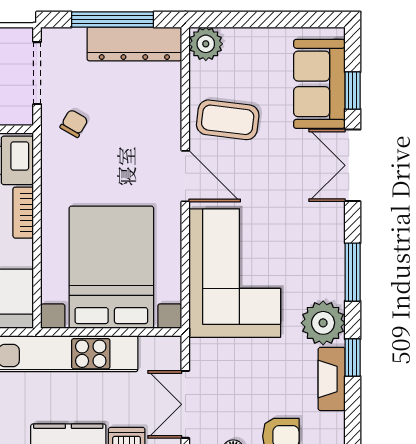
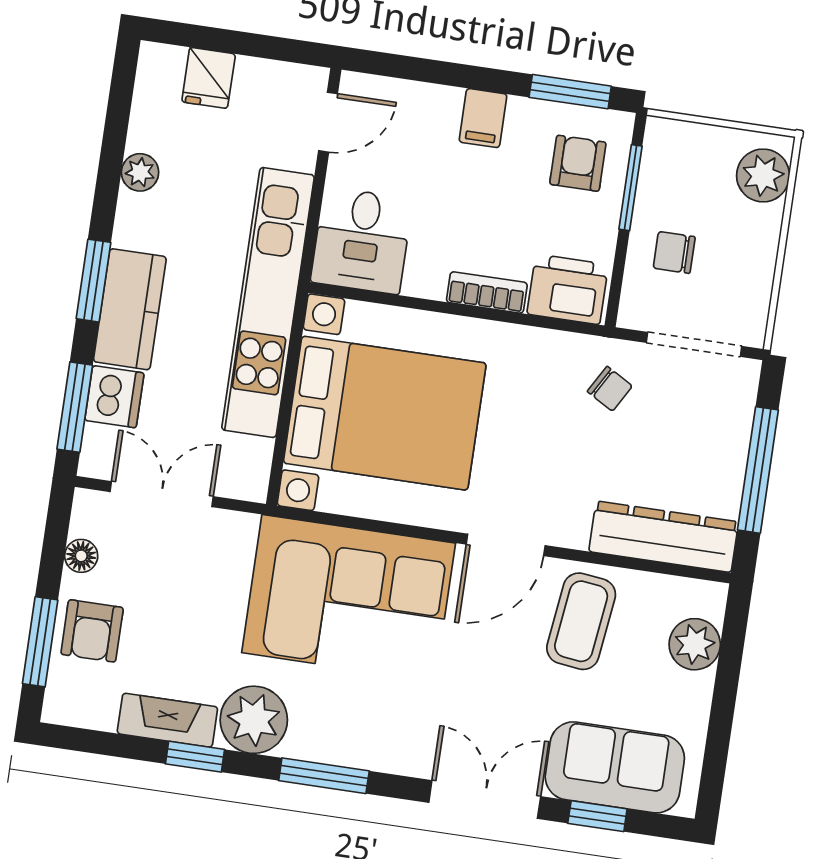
dresser: (134, 44) -> (664, 537), moved, turned 90
plant: (206, 44) -> (695, 644), moved

